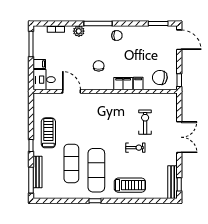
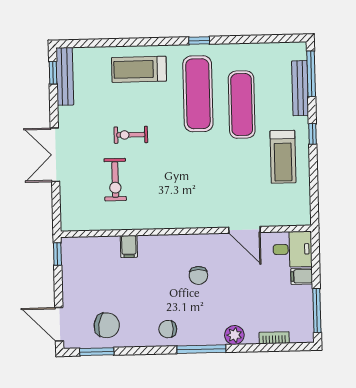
chair: (160, 78) -> (107, 325), moved
filing cabinet: (123, 84) -> (155, 246), removed

